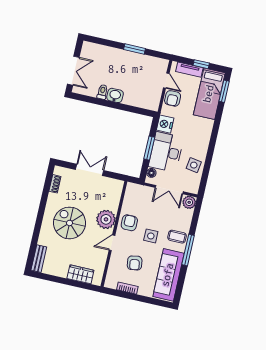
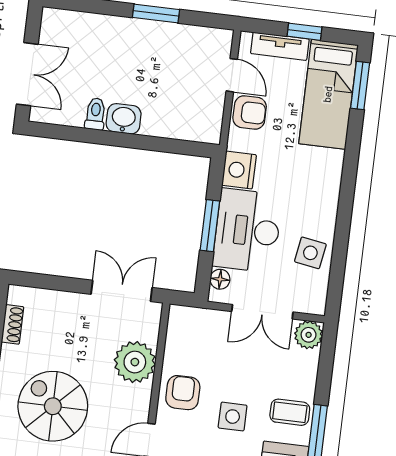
armchair: (173, 98) -> (250, 112), turned -90
double door: (90, 170) -> (122, 291), moved
plant: (106, 219) -> (135, 362), moved

